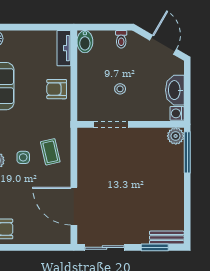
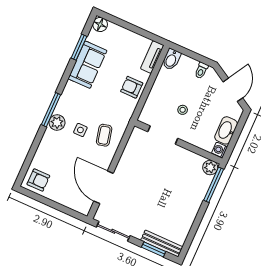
bench: (167, 238) -> (162, 244), width x1.36

